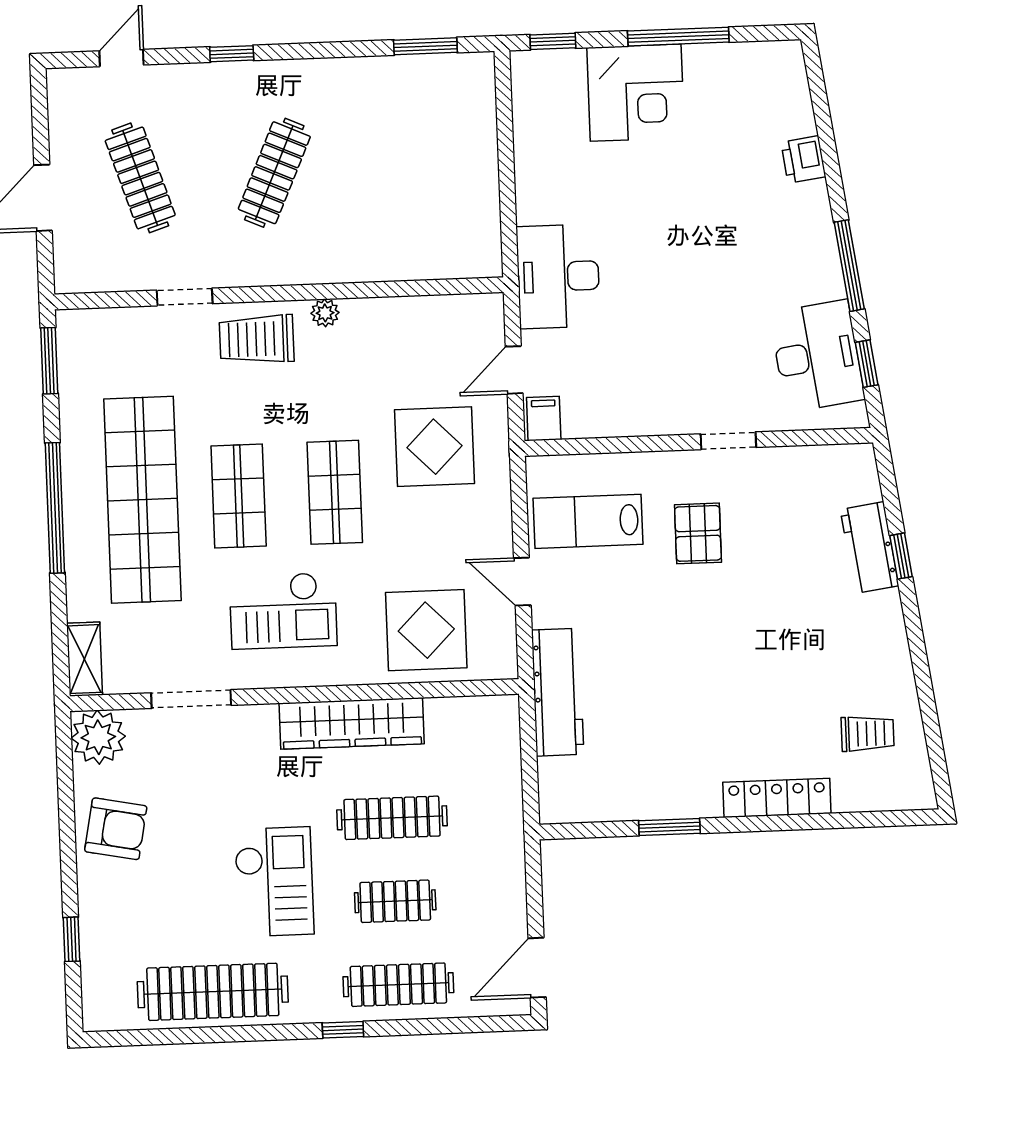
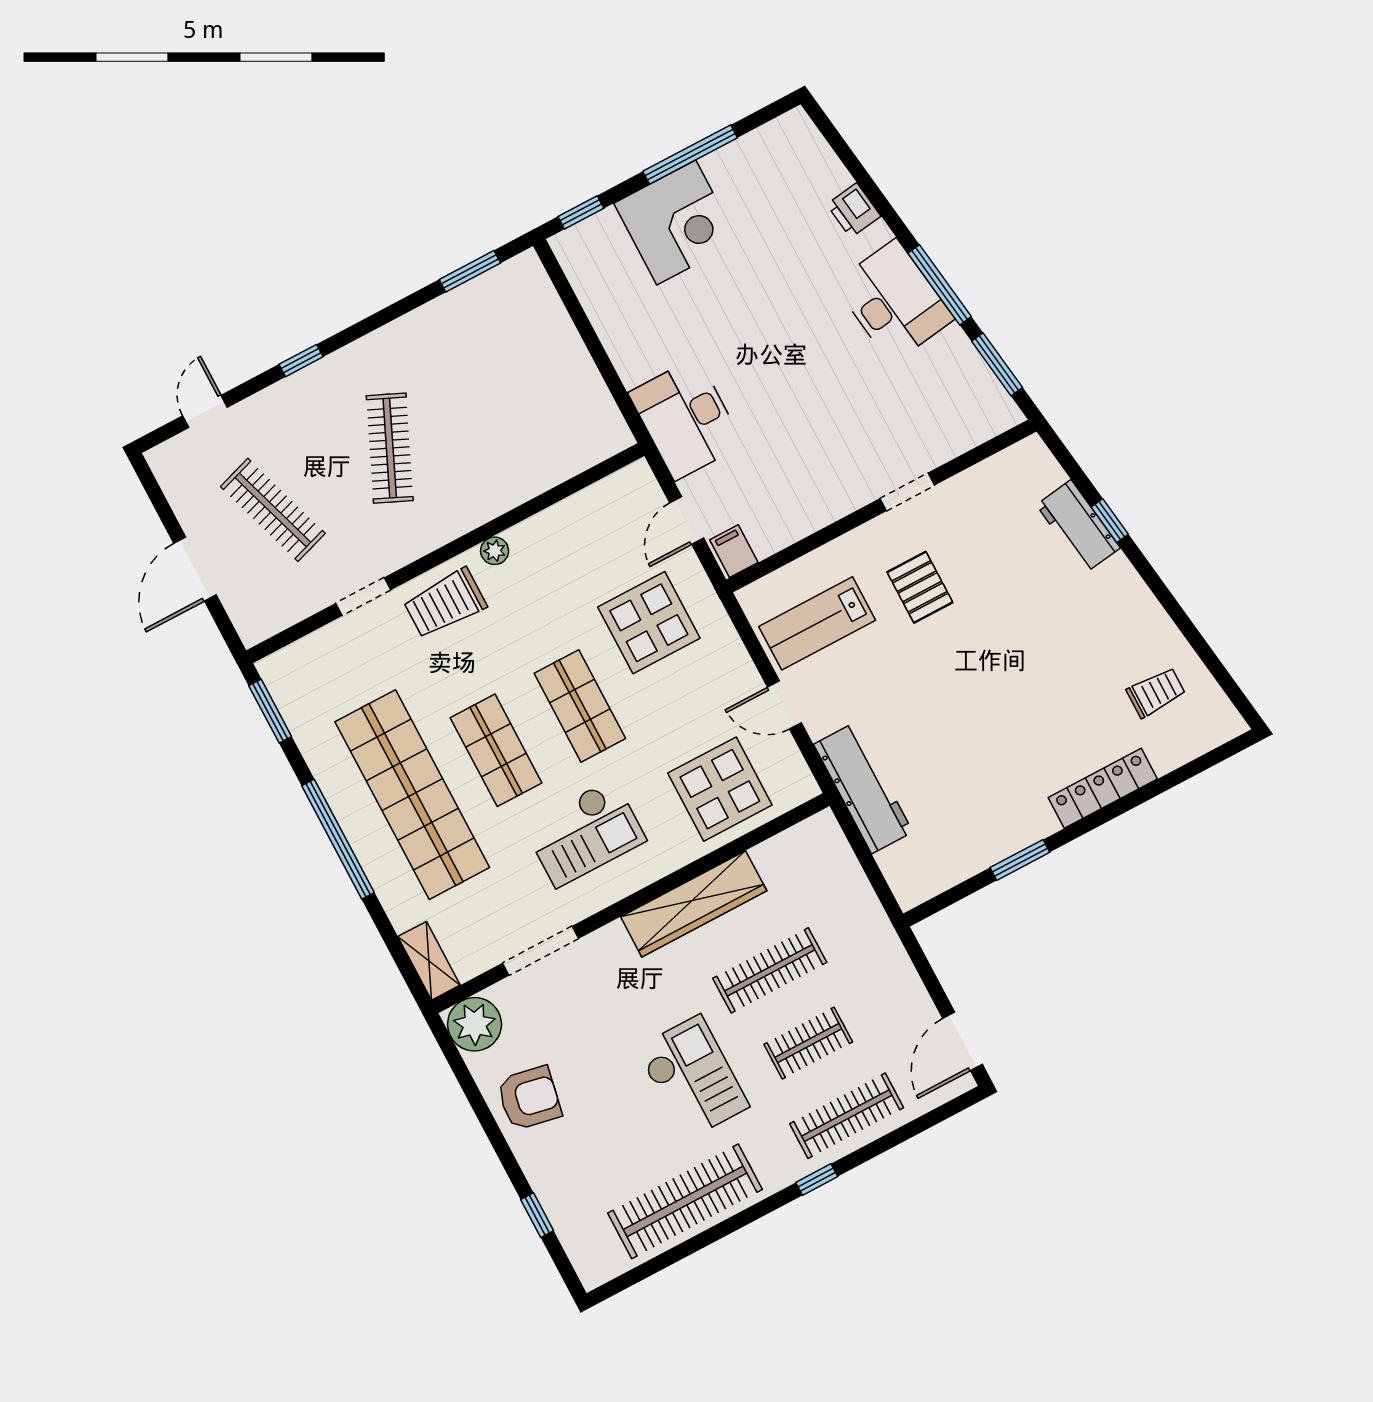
desk: (817, 356) -> (894, 301), moved
window: (867, 364) -> (997, 364), width x1.50

